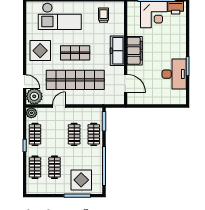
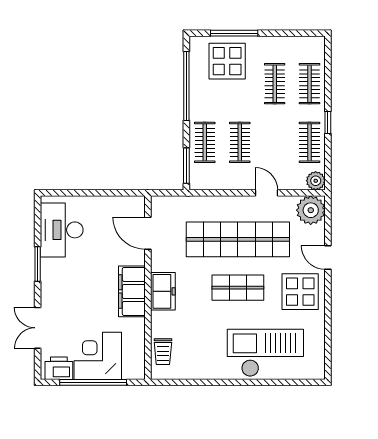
trolley: (103, 15) -> (163, 352), moved
double door: (188, 30) -> (38, 328), added
freezer: (117, 51) -> (163, 291), width x0.71
desk: (174, 74) -> (62, 230), moved
door: (25, 81) -> (328, 258), moved
door: (59, 106) -> (266, 193), swing flipped

